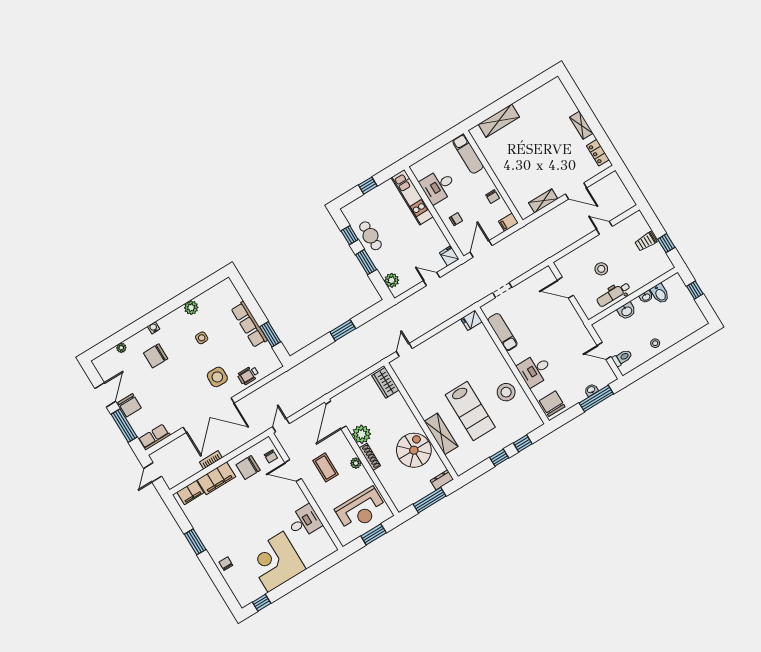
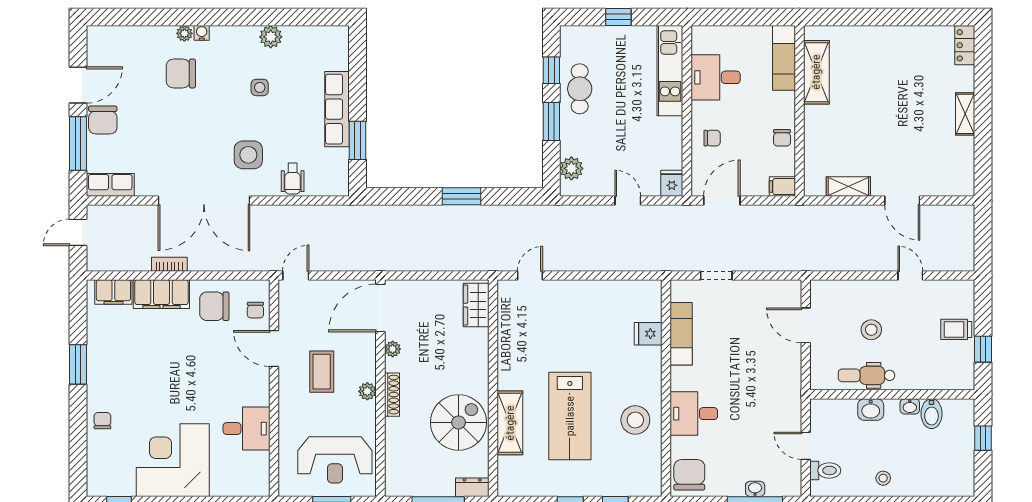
shelving: (499, 121) -> (816, 72), moved, turned 90
locker: (598, 153) -> (965, 45), moved
fridge: (471, 320) -> (648, 334), moved
plant: (121, 348) -> (184, 33), moved
wheelchair: (248, 375) -> (293, 179), turned -90
plant: (362, 434) -> (393, 349), width x0.53, depth x0.53

